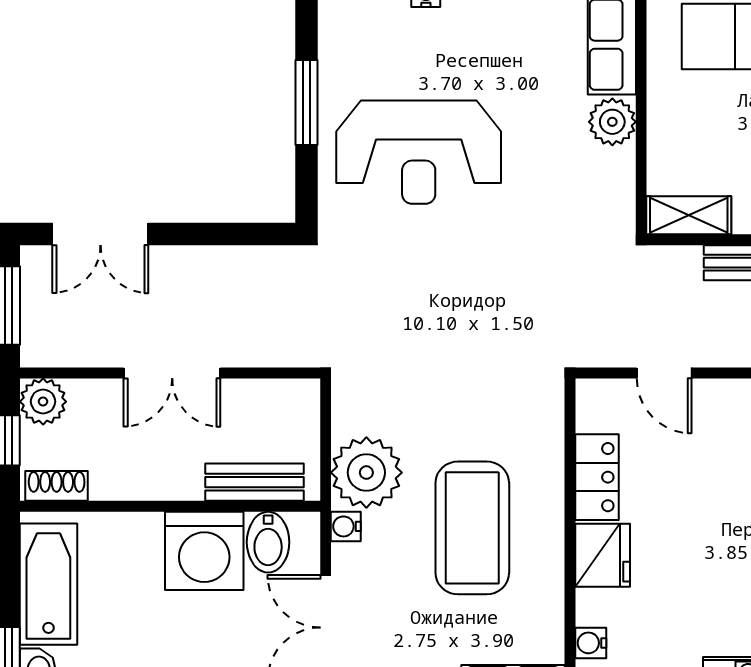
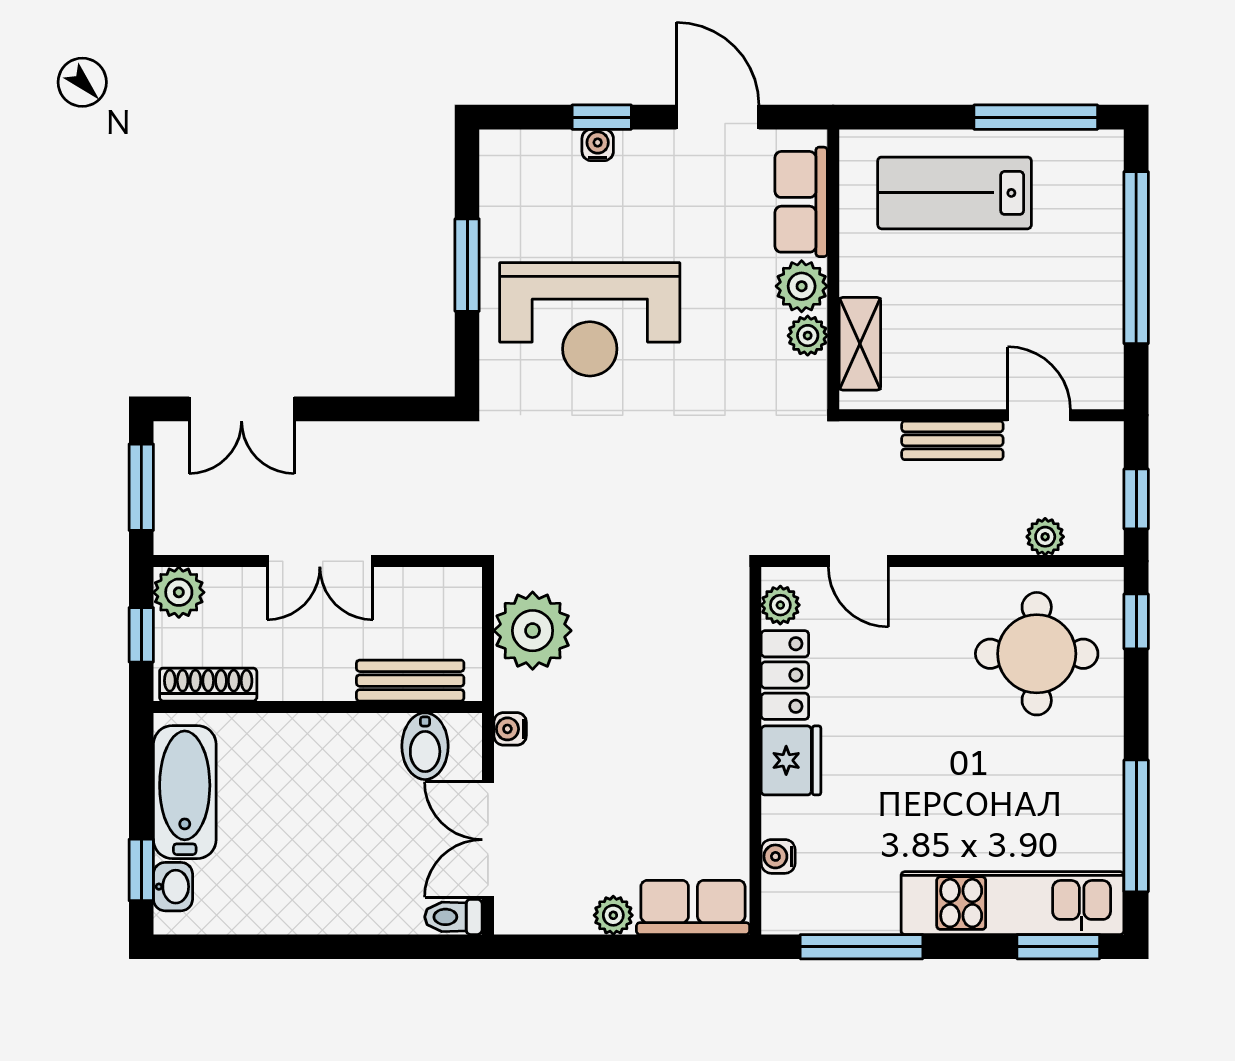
plant: (618, 167) -> (808, 336), added
shelving: (689, 215) -> (860, 344), moved, turned 90
plant: (593, 413) -> (780, 605), added
plant: (366, 473) -> (533, 631), moved
shoe rack: (57, 486) -> (208, 685), width x1.43
coffee table: (472, 528) -> (648, 731), removed
washing machine: (204, 551) -> (355, 756), removed

